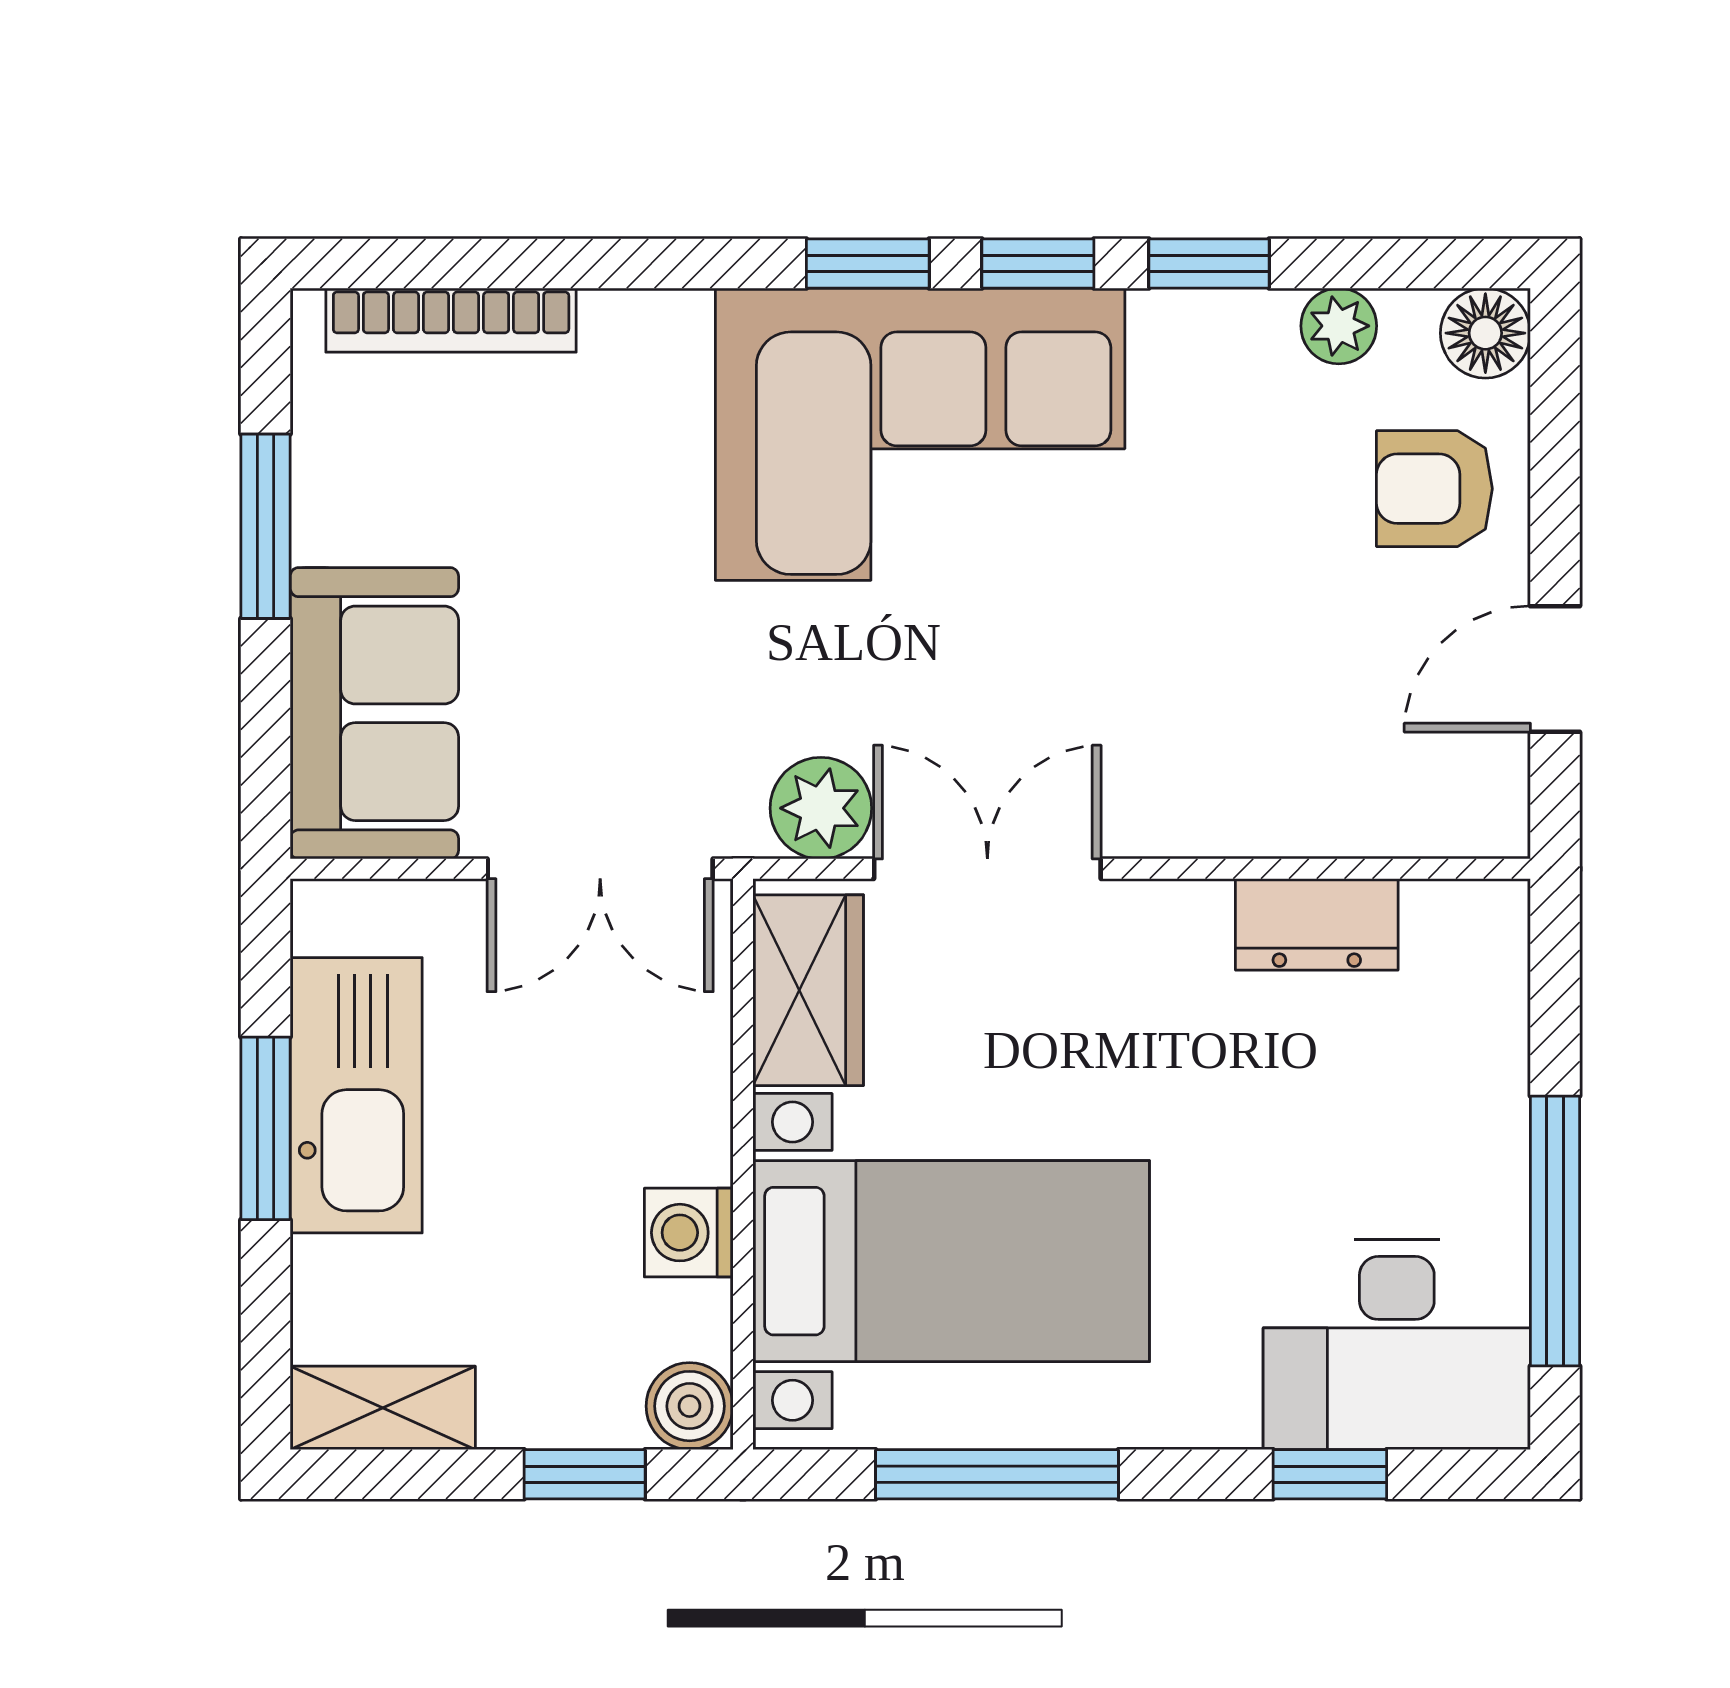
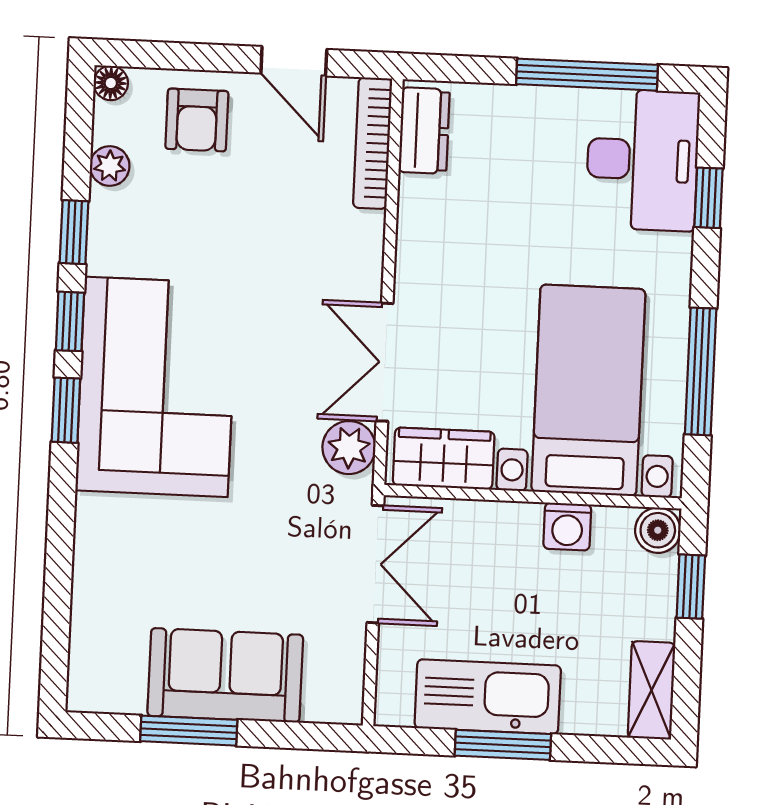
bookcase: (451, 320) -> (373, 143), moved, turned 180
floor lamp: (1485, 333) -> (111, 83), width x0.73, depth x0.73
sofa: (374, 713) -> (225, 675), moved
dresser: (1317, 924) -> (424, 131), moved

